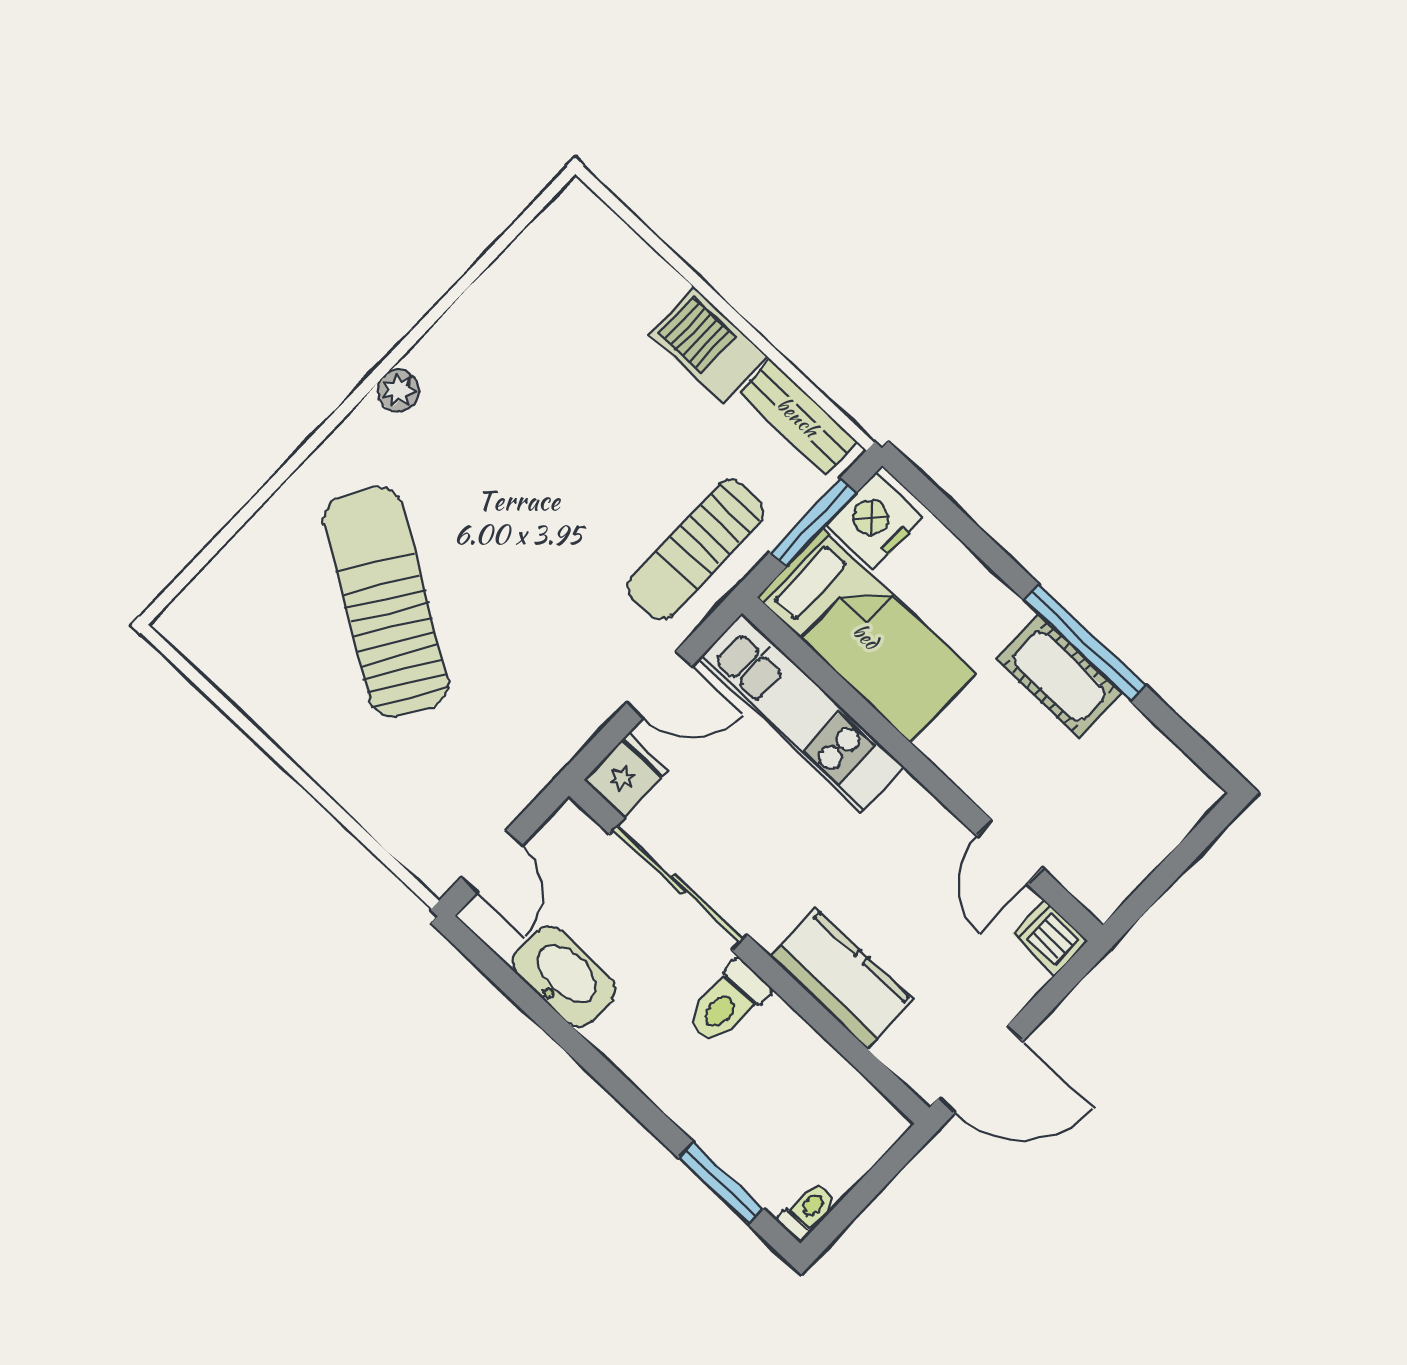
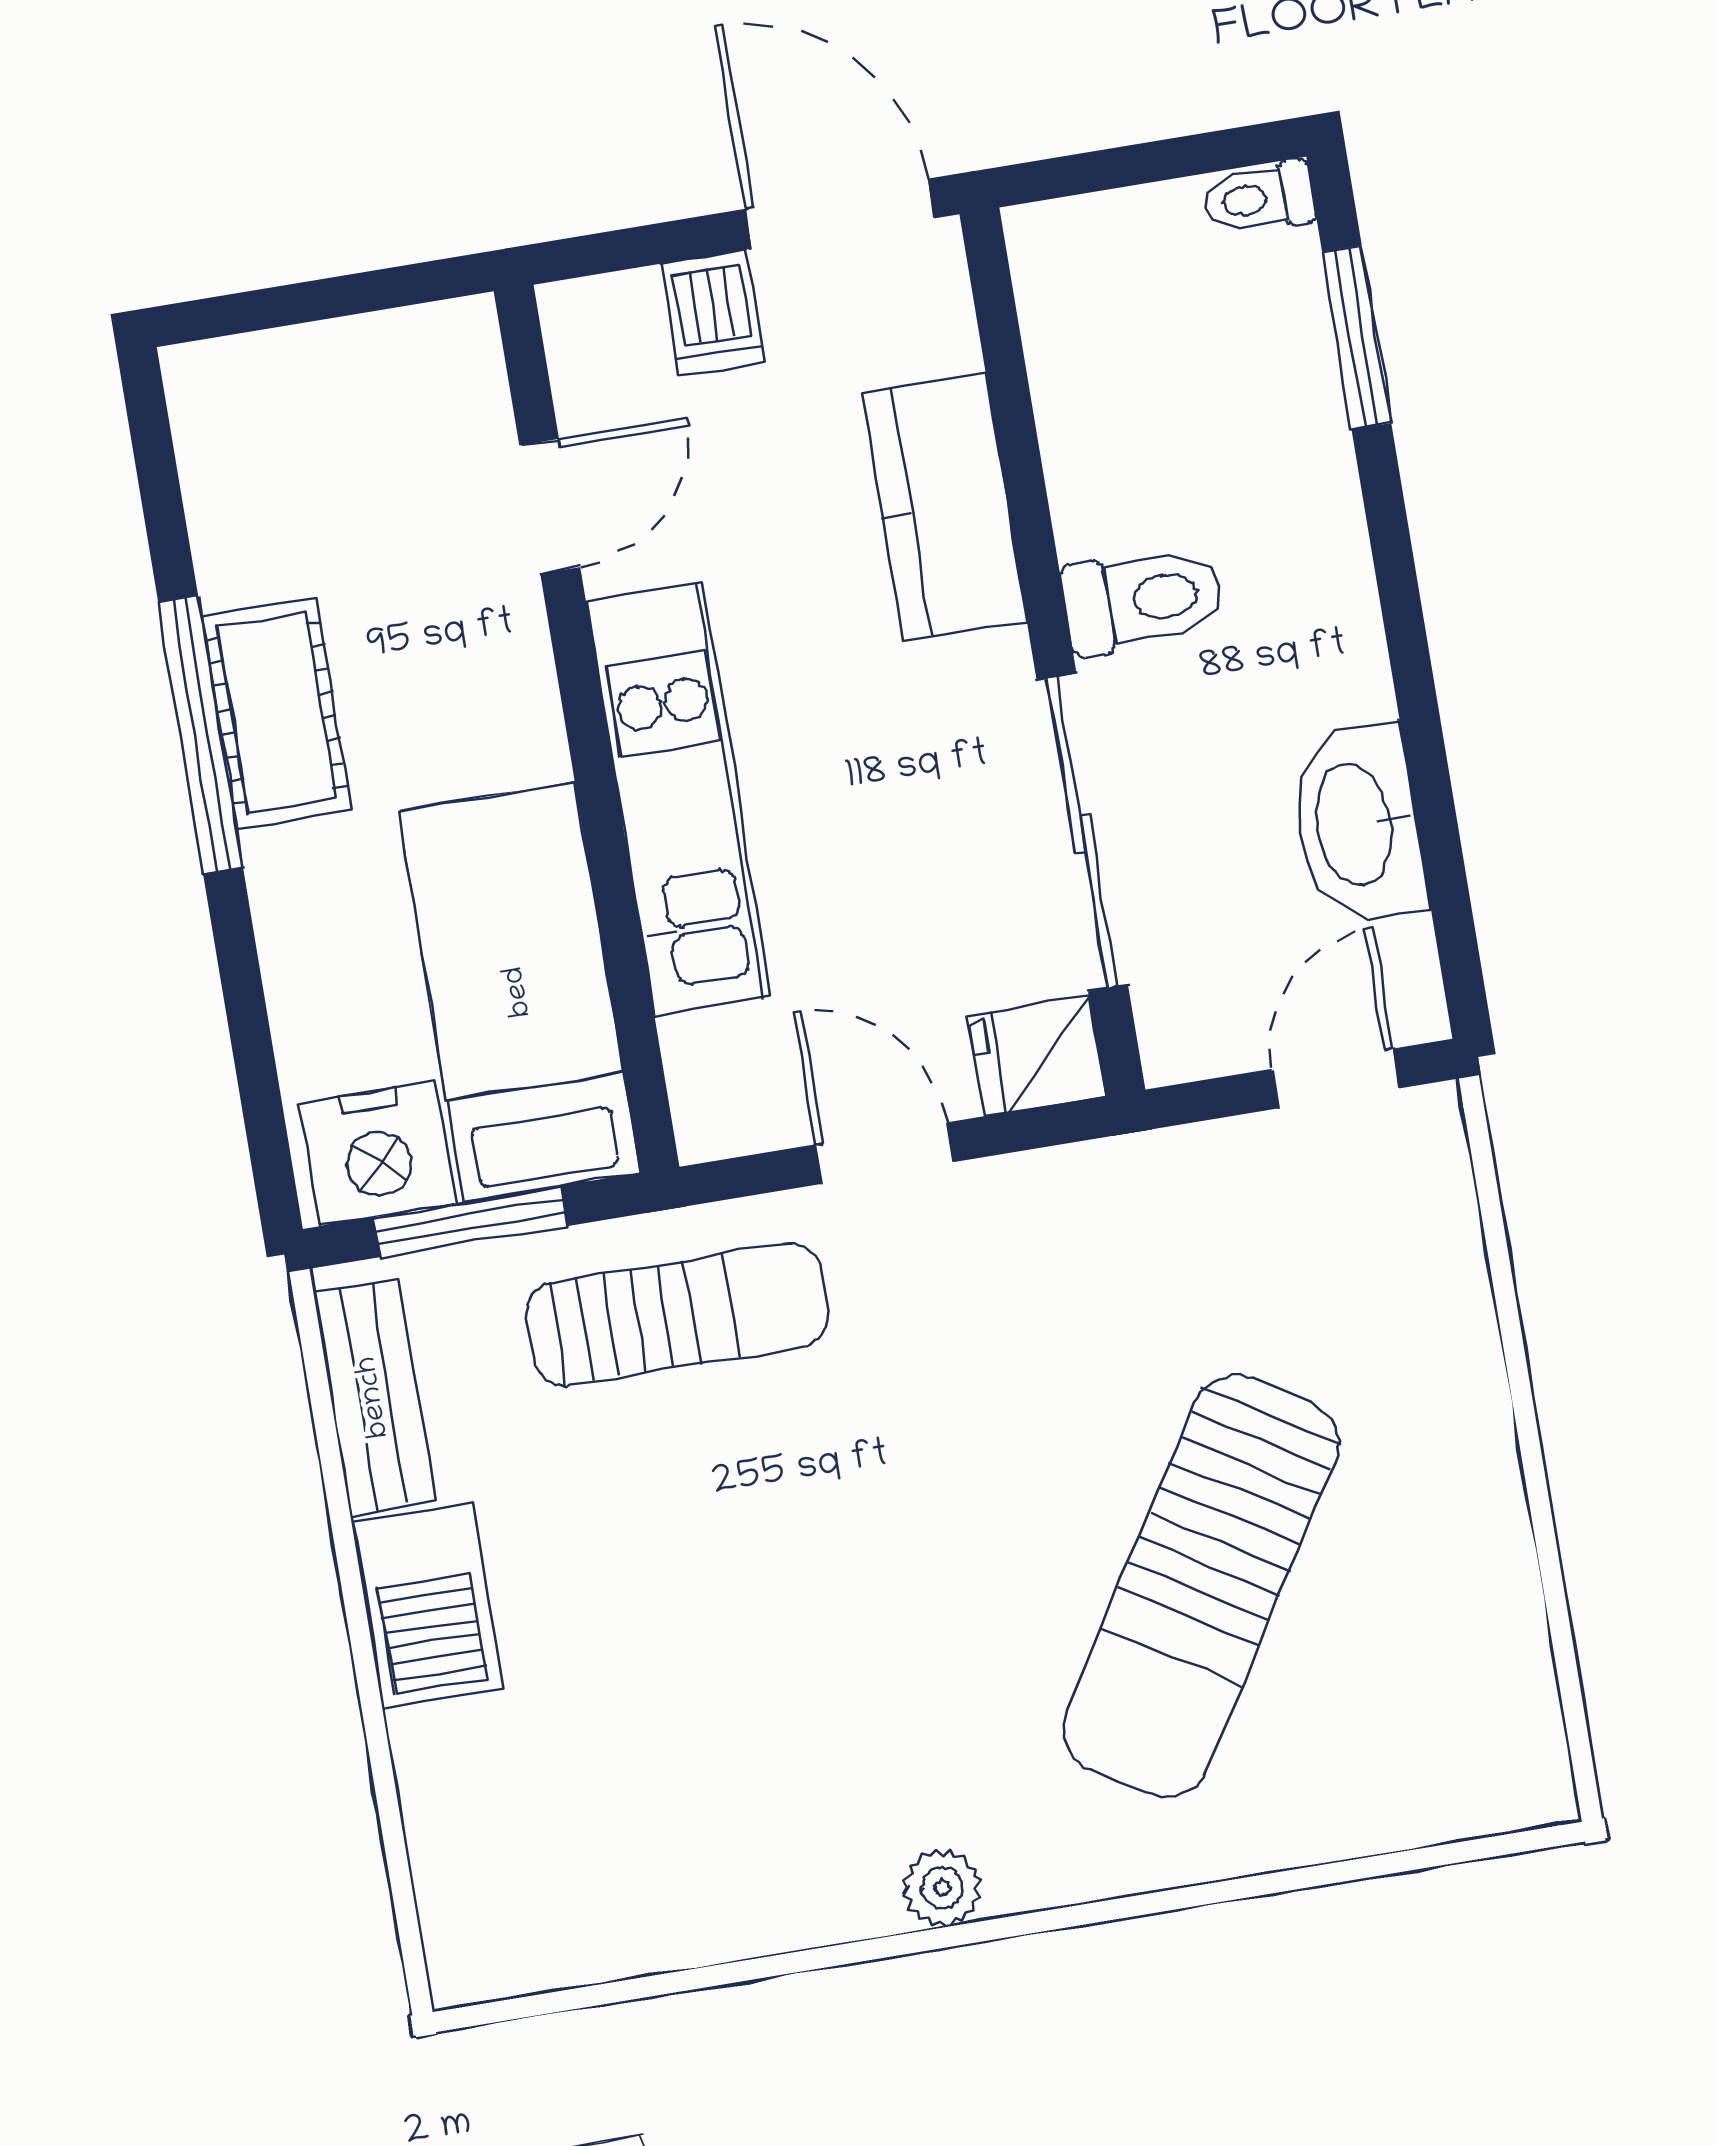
kitchen unit: (802, 713) -> (679, 799), moved
dishwasher: (1050, 937) -> (713, 312), moved

